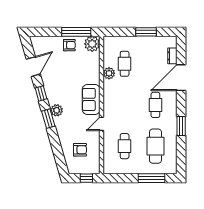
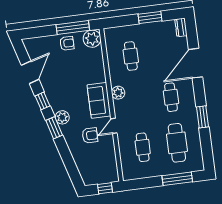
dresser: (172, 56) -> (181, 27), moved
plant: (109, 73) -> (118, 93), moved
armchair: (80, 150) -> (90, 135), moved

